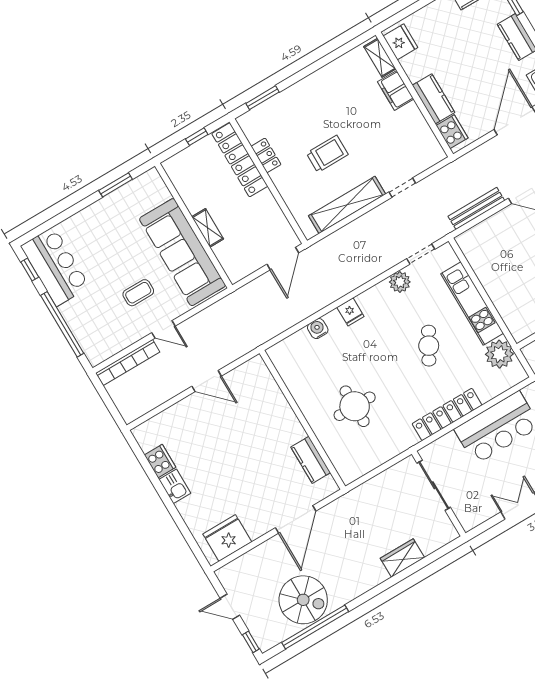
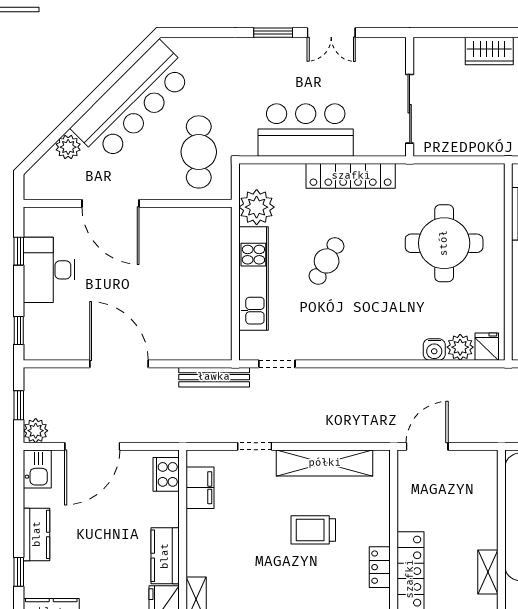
filing cabinet: (396, 90) -> (200, 488), moved
kitchen counter: (433, 99) -> (165, 556), moved
bench: (476, 208) -> (214, 377), moved
shelving: (208, 228) -> (488, 572), moved
plant: (400, 282) -> (460, 347), moved
fridge: (350, 312) -> (487, 347), moved
round table: (355, 406) -> (444, 243), width x1.36, depth x1.36

